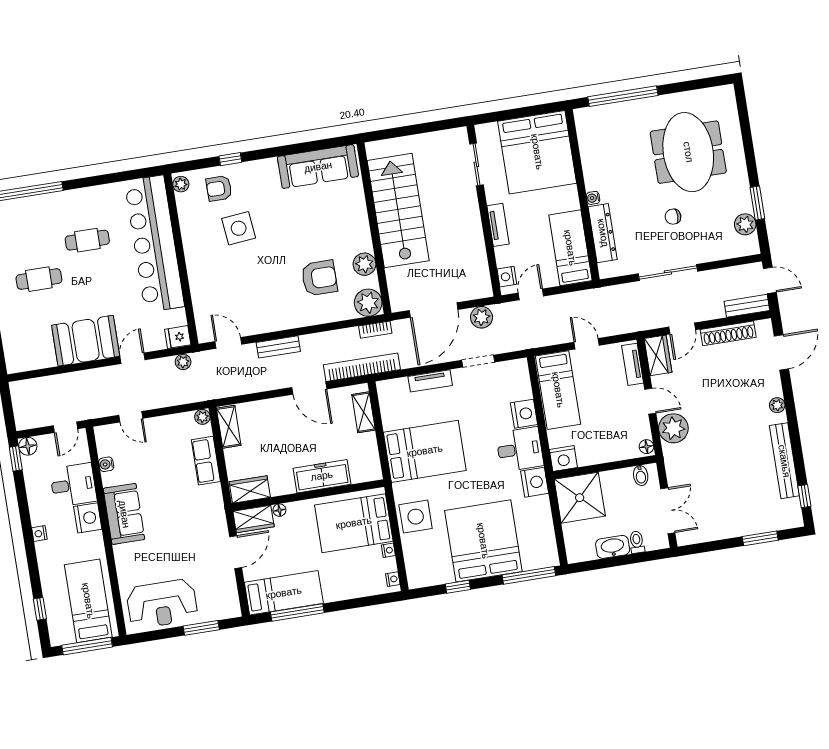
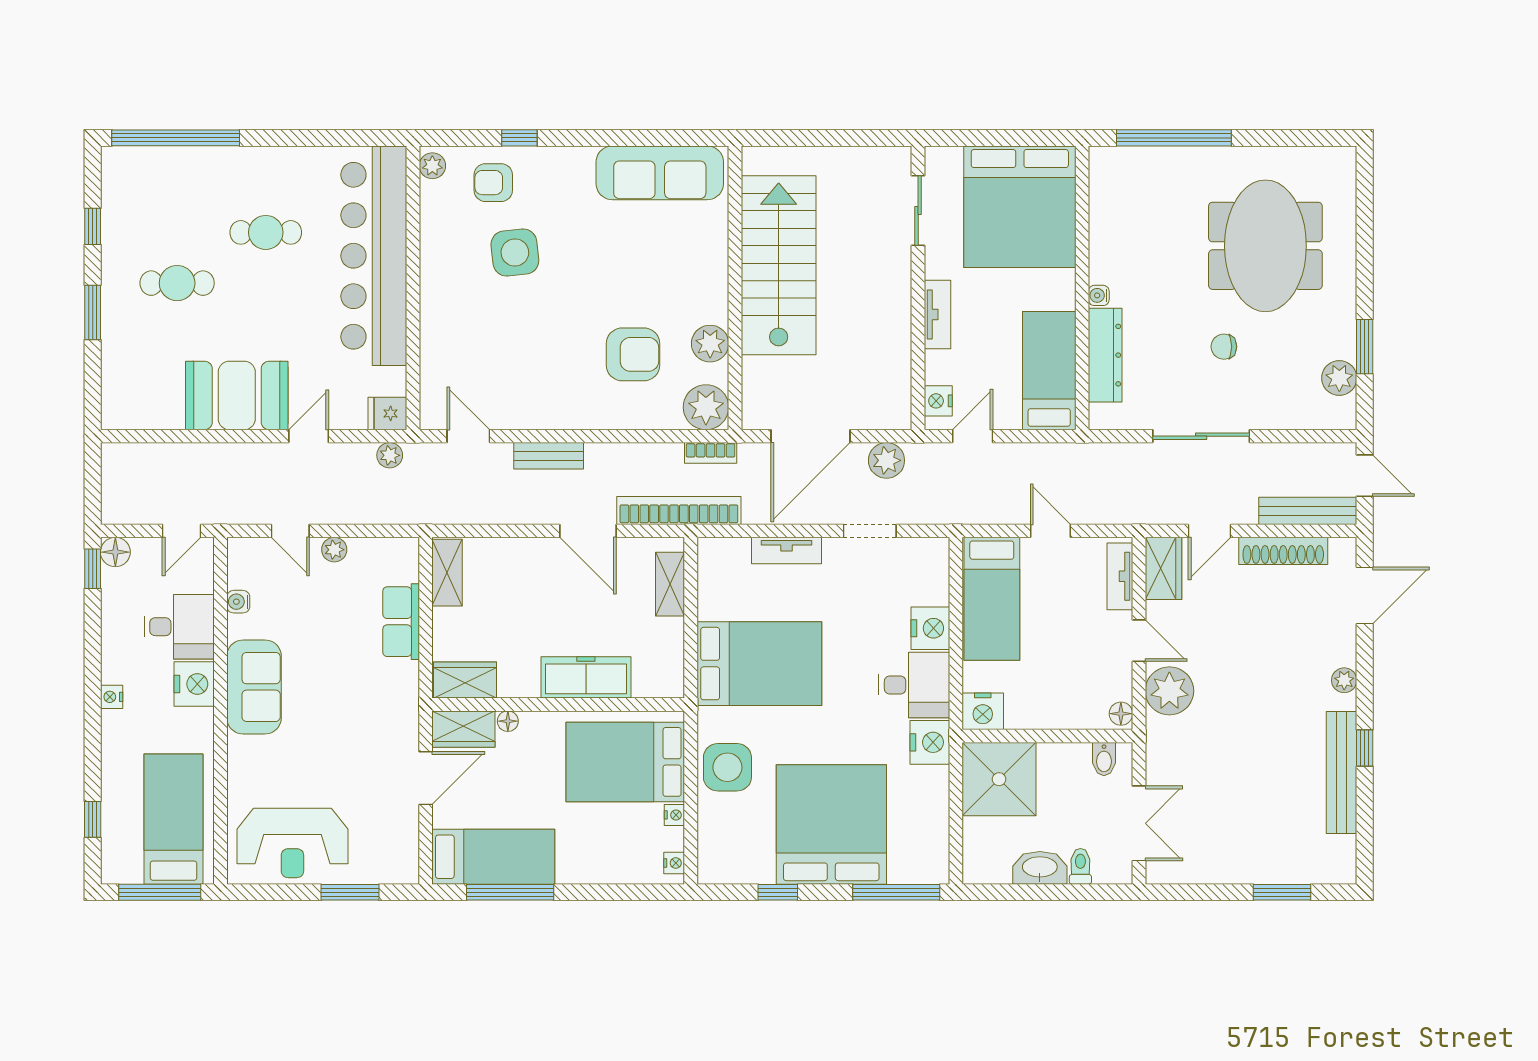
bench: (747, 306) -> (1308, 511), width x1.36
plant: (202, 417) -> (334, 550), moved
window: (804, 496) -> (1365, 748), moved

